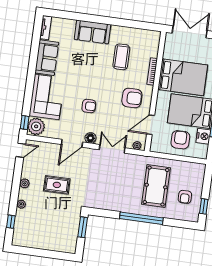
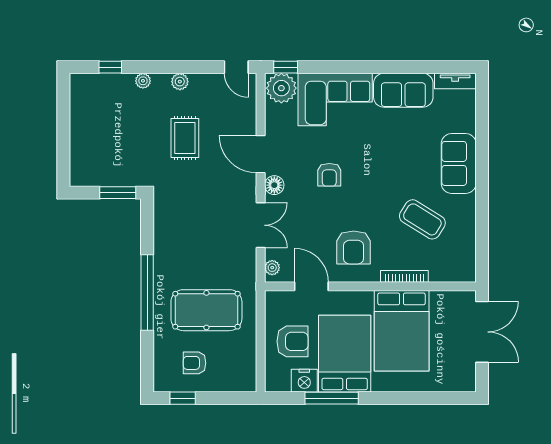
coffee table: (121, 57) -> (422, 219), turned 32

